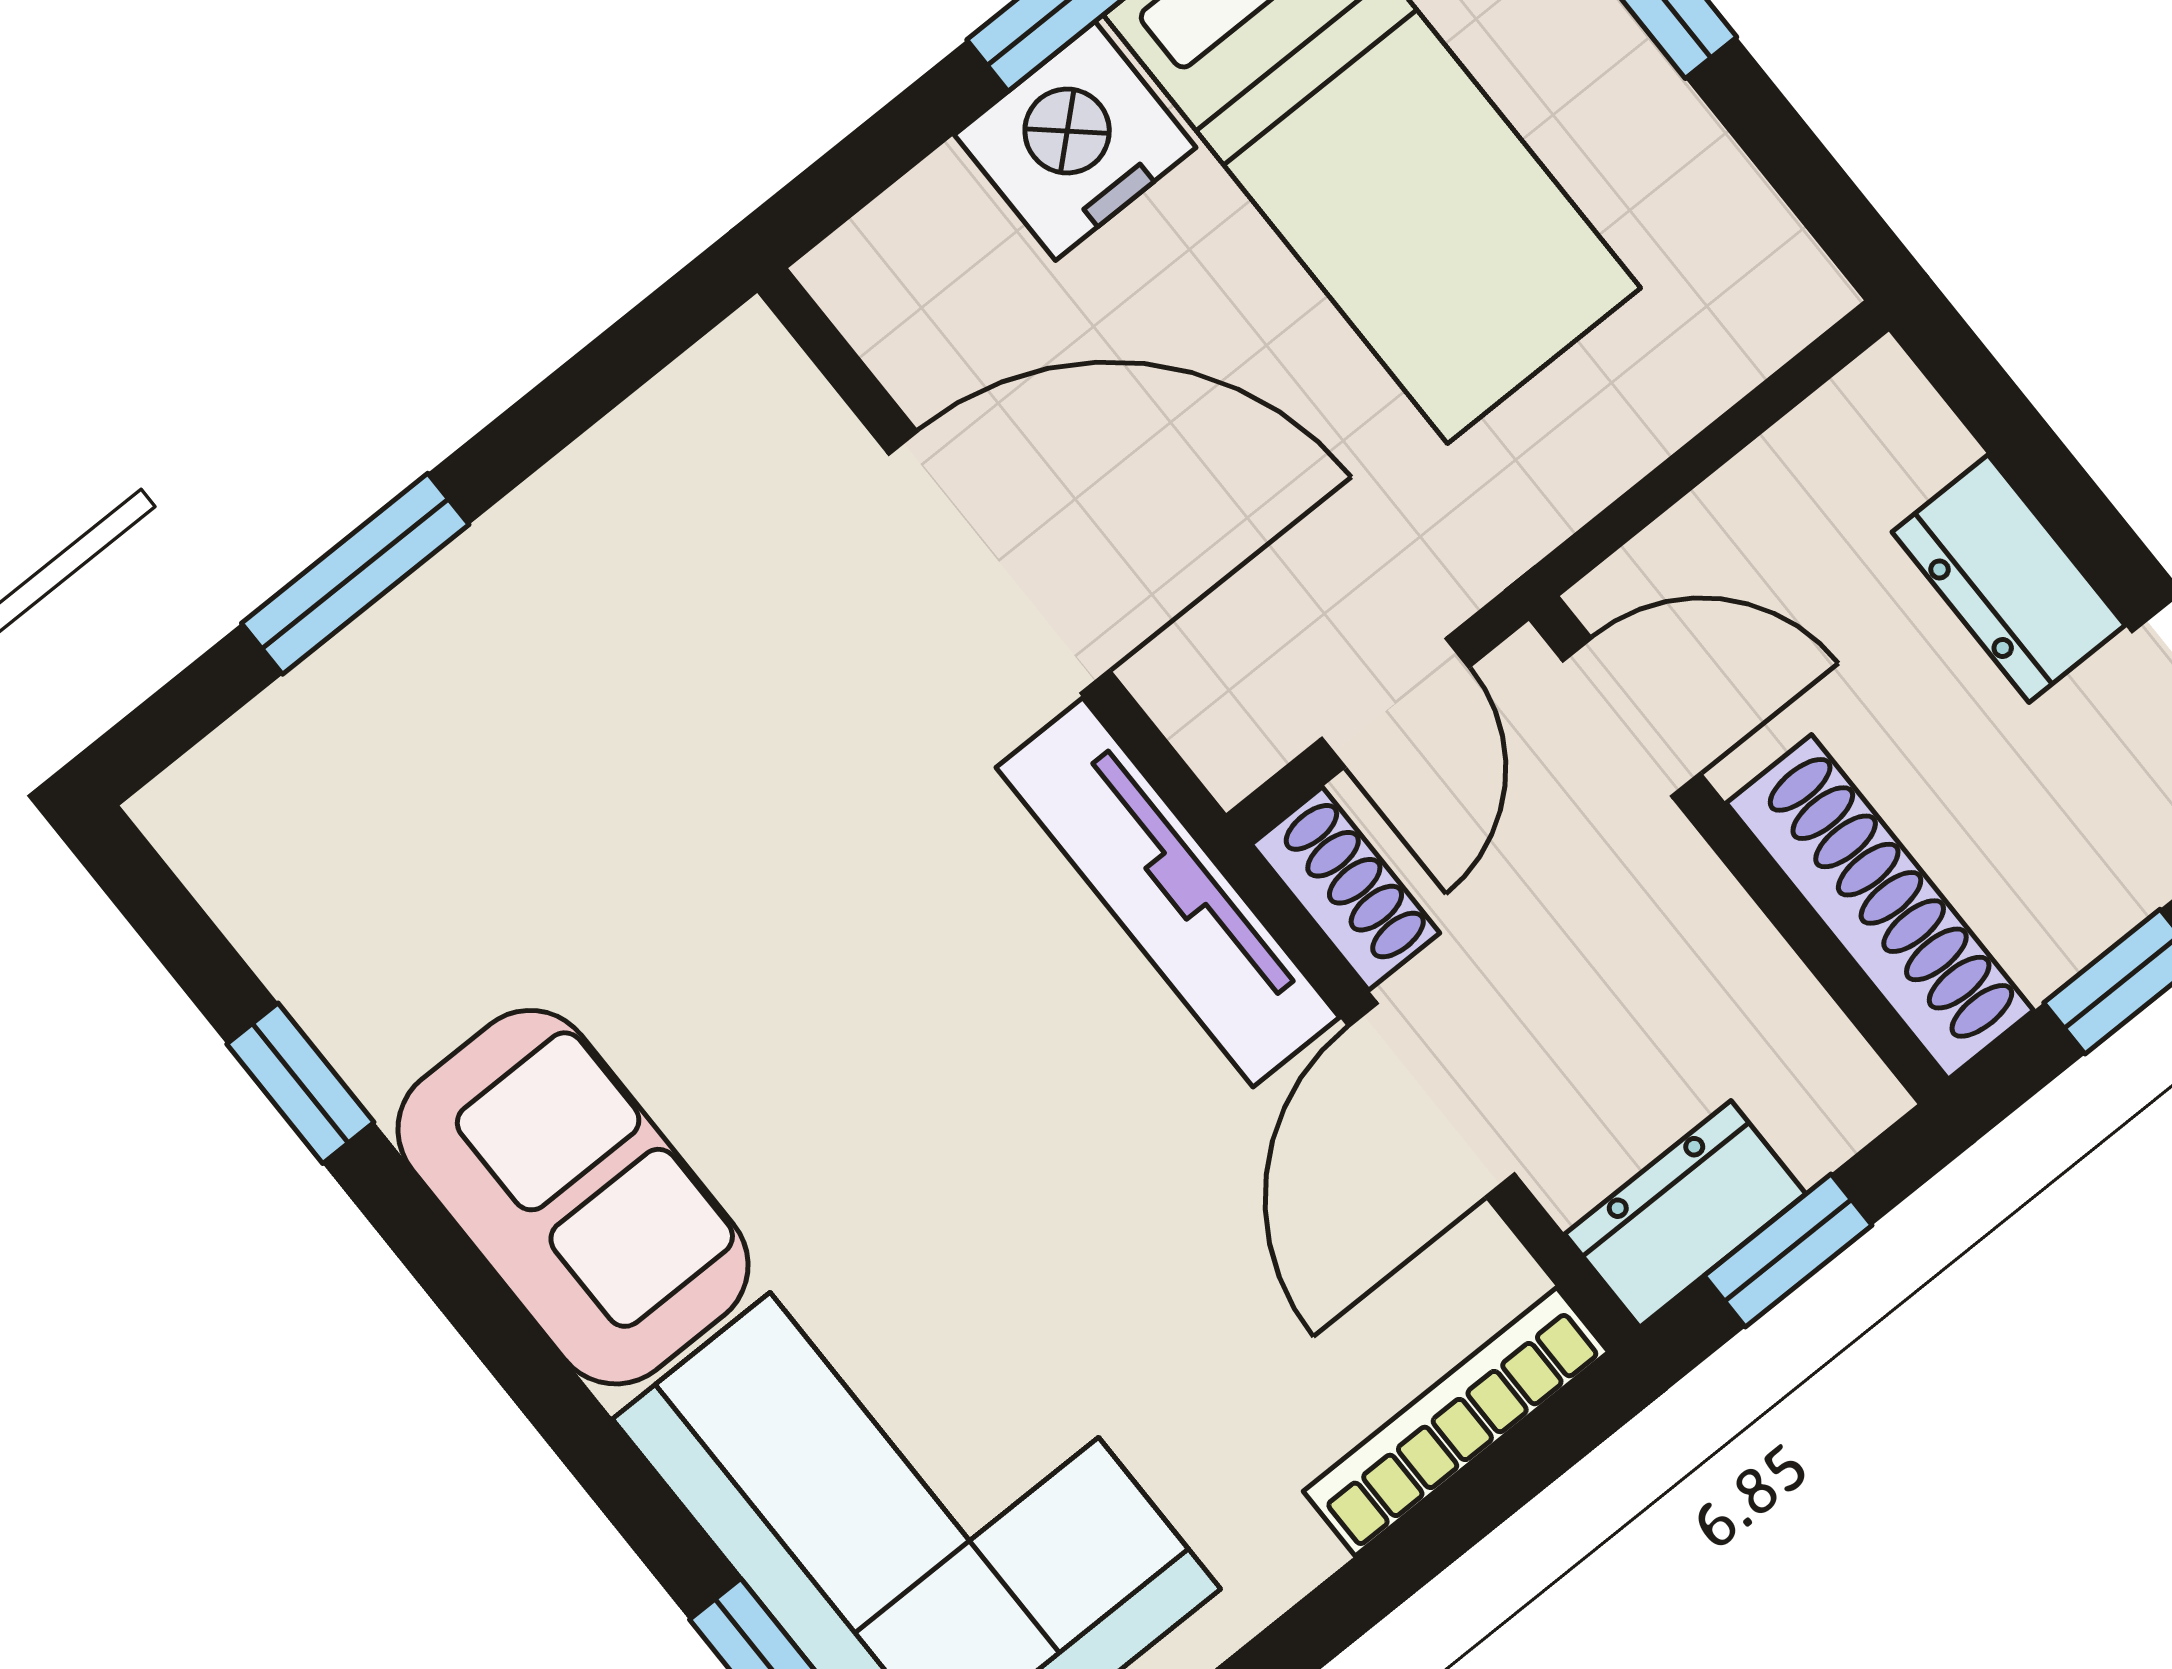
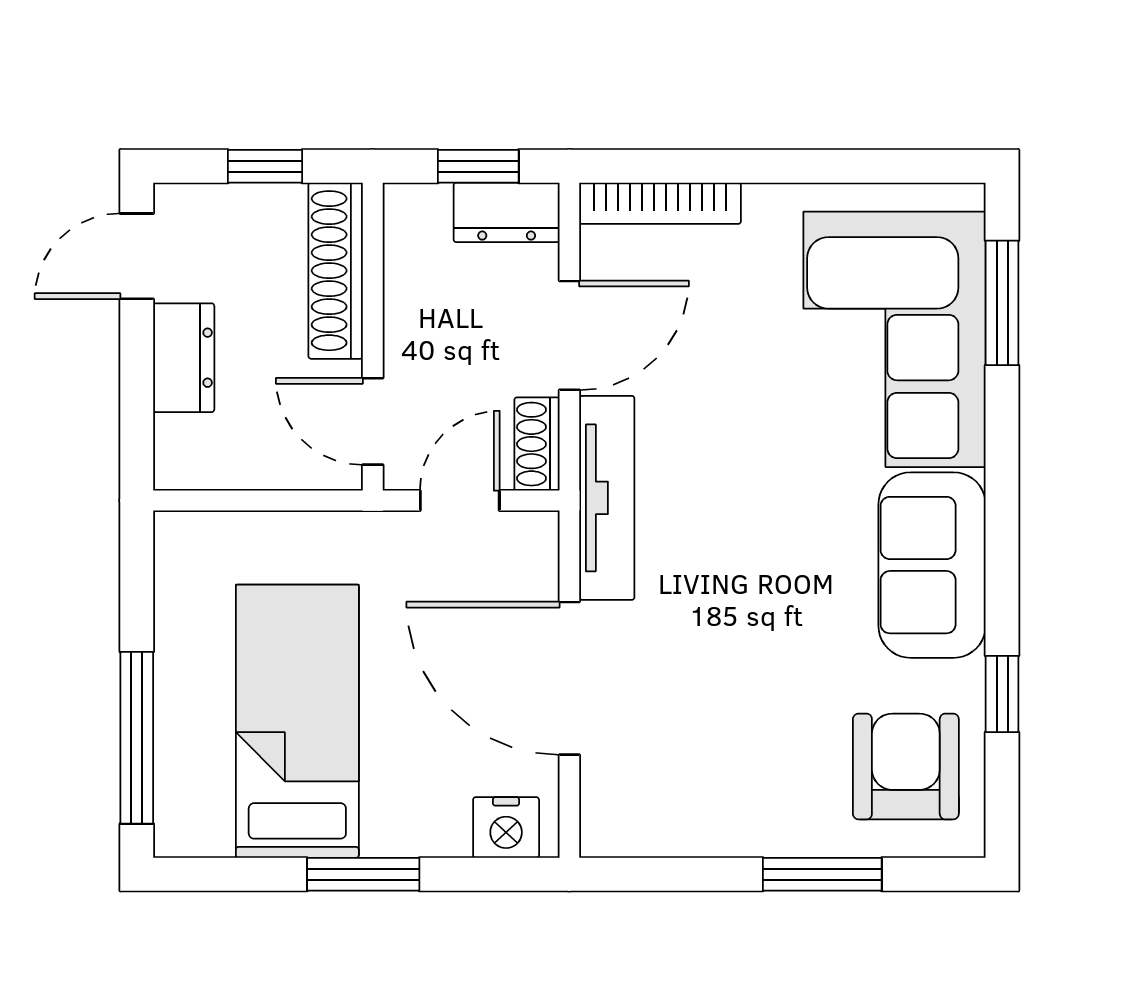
nightstand: (1075, 141) -> (506, 827), moved, width x0.74, depth x0.75
armchair: (360, 848) -> (906, 766), added

